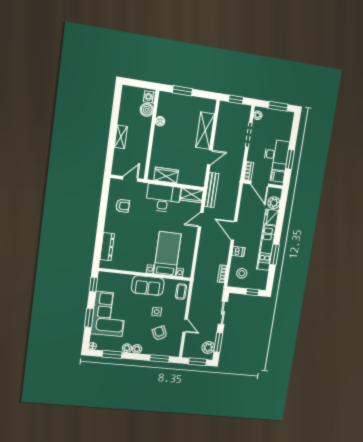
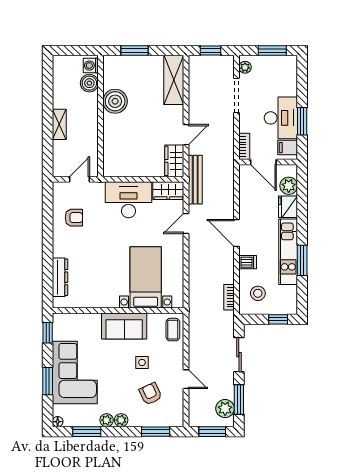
boiler: (160, 121) -> (115, 101), width x1.86, depth x1.86
shelving: (205, 131) -> (174, 80), moved
wardrobe: (166, 175) -> (174, 161), moved, turned -90

